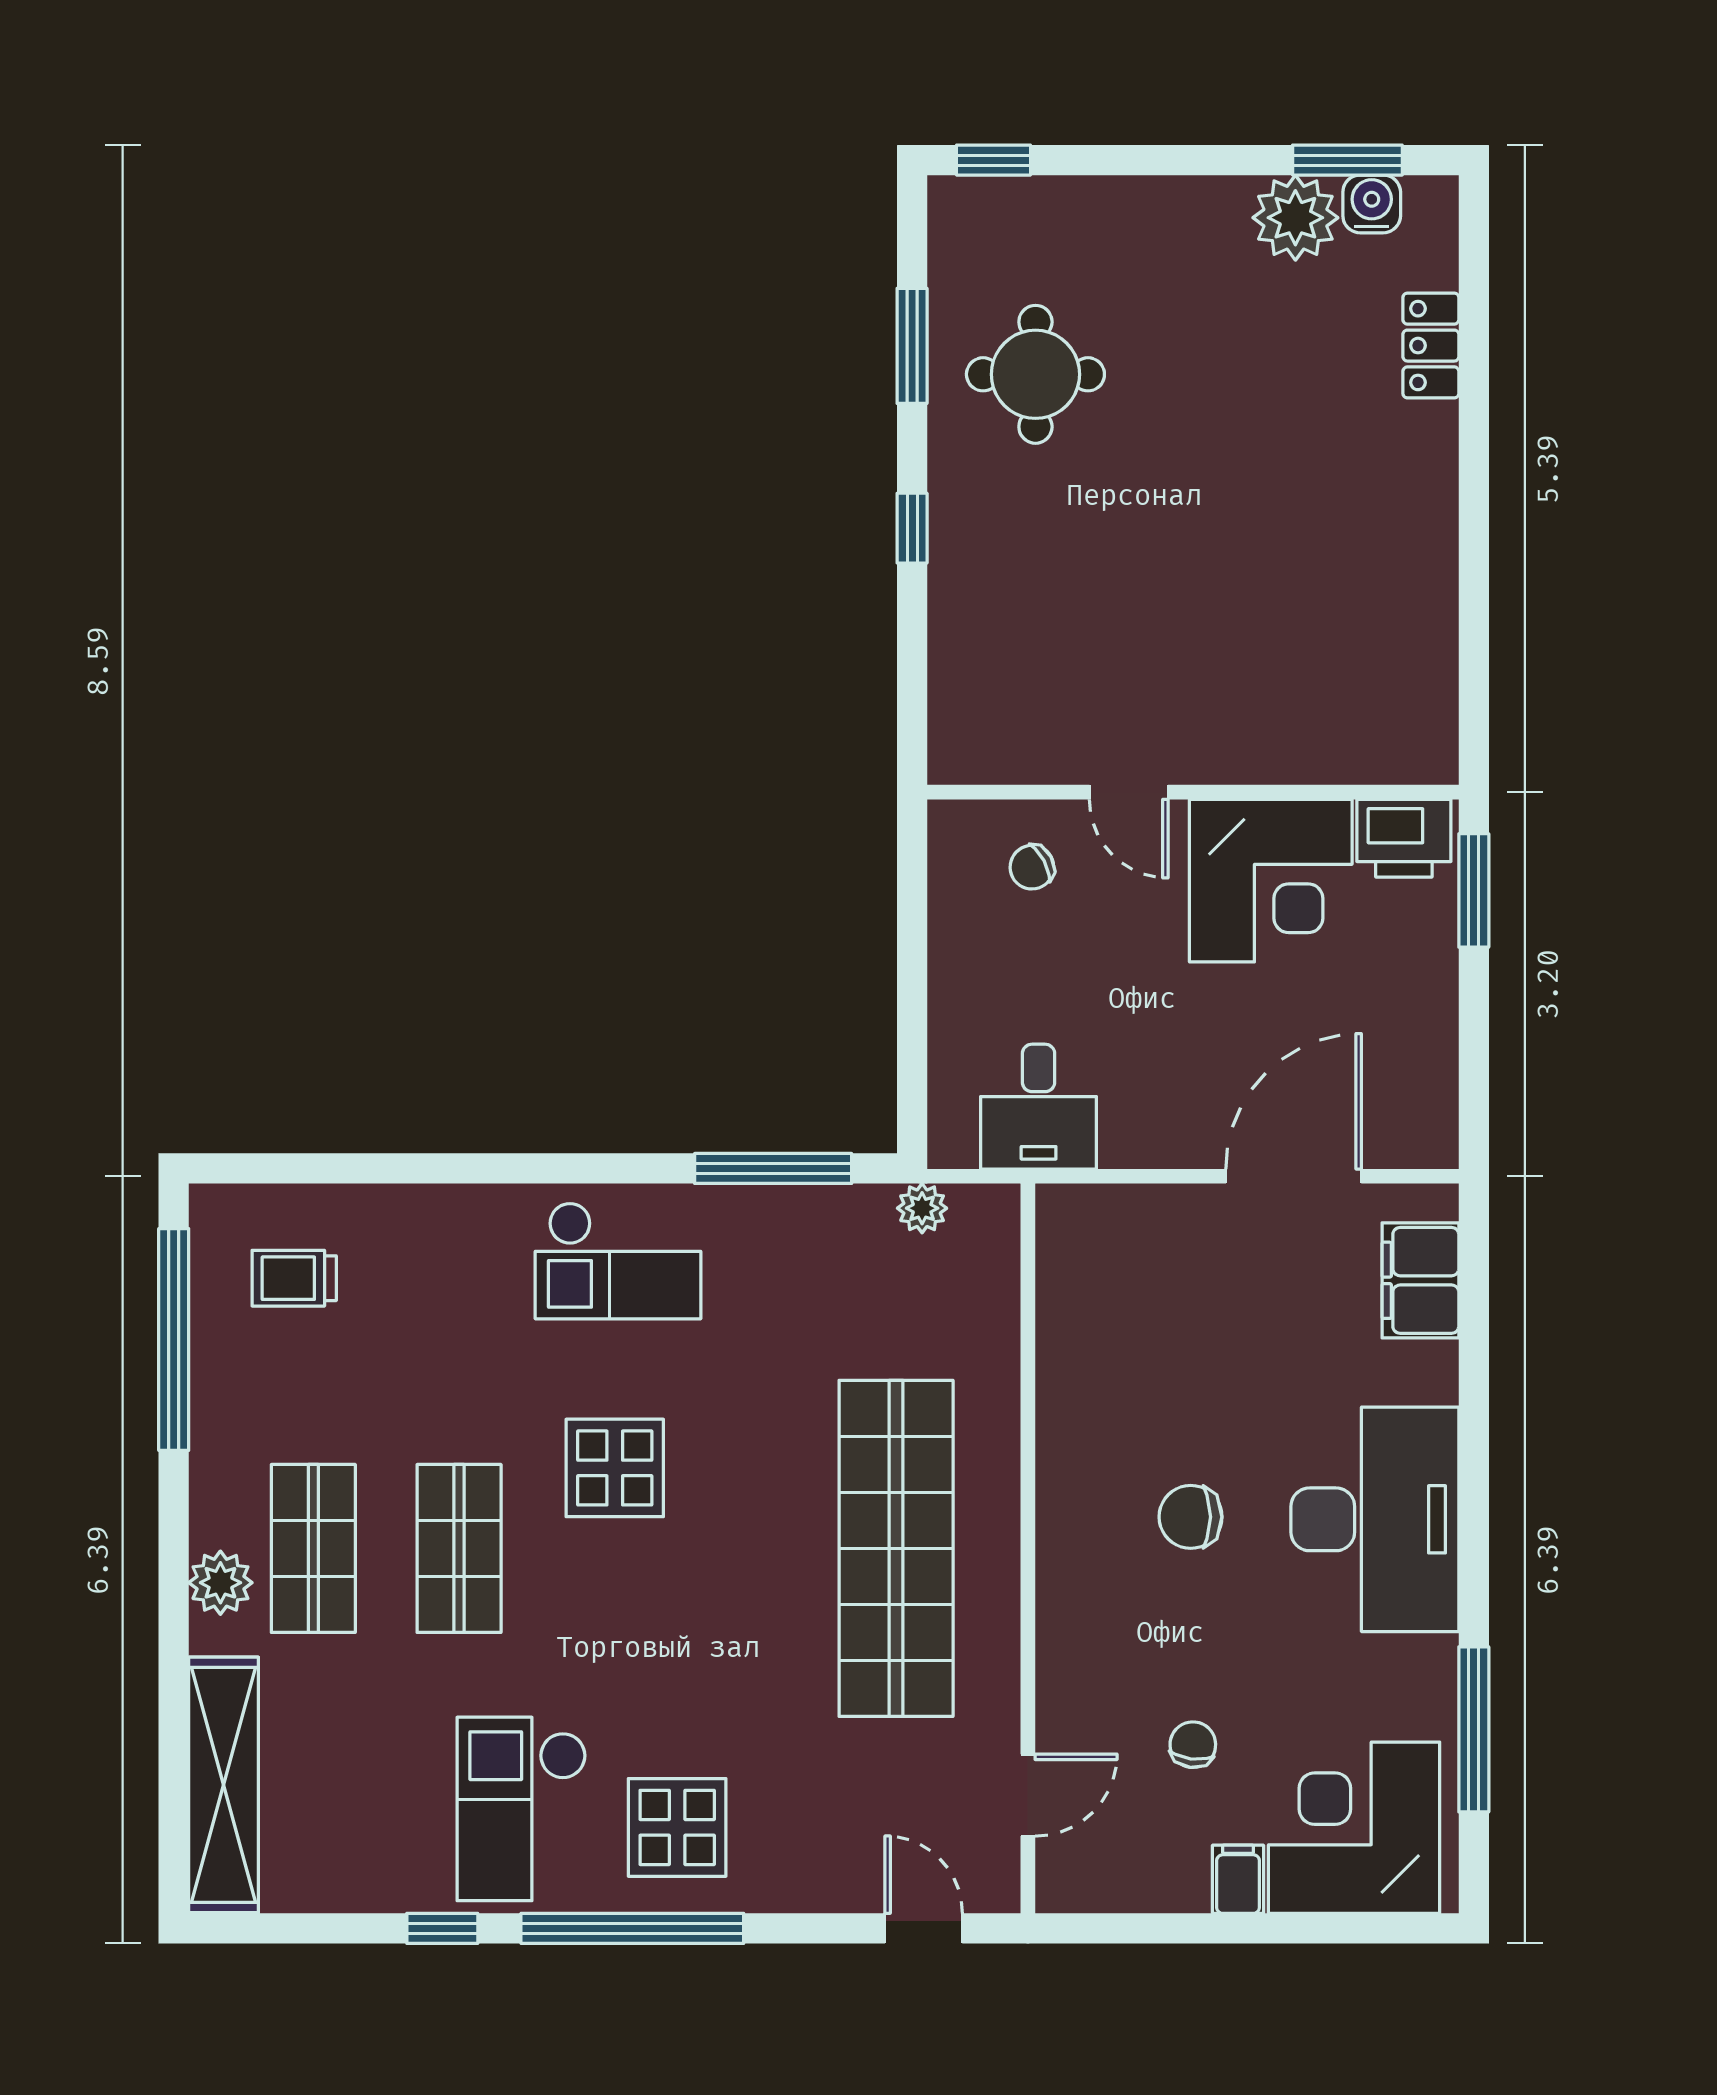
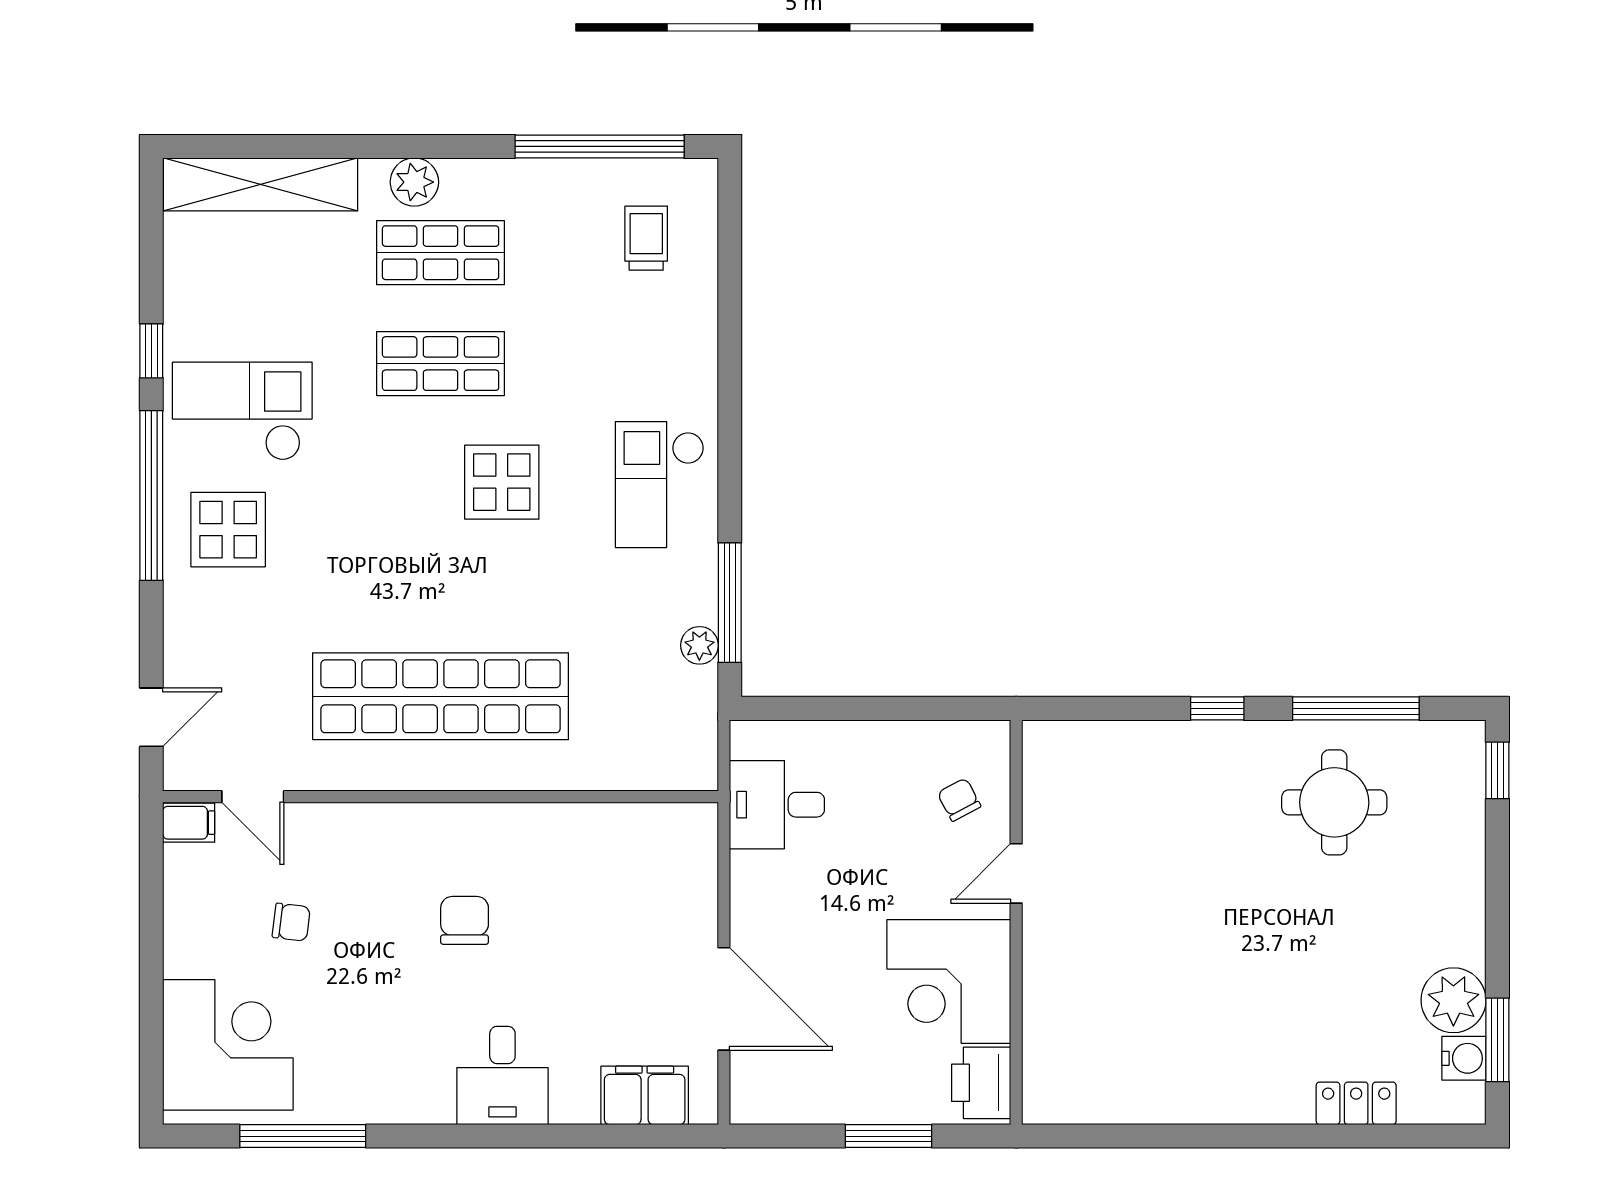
window: (912, 346) -> (1356, 708), width x1.44
window: (1474, 890) -> (889, 1136), moved
plant: (922, 1208) -> (699, 645), moved
desk: (1375, 1519) -> (502, 1075), width x0.53, depth x0.77
filing cabinet: (1238, 1879) -> (189, 823), moved

